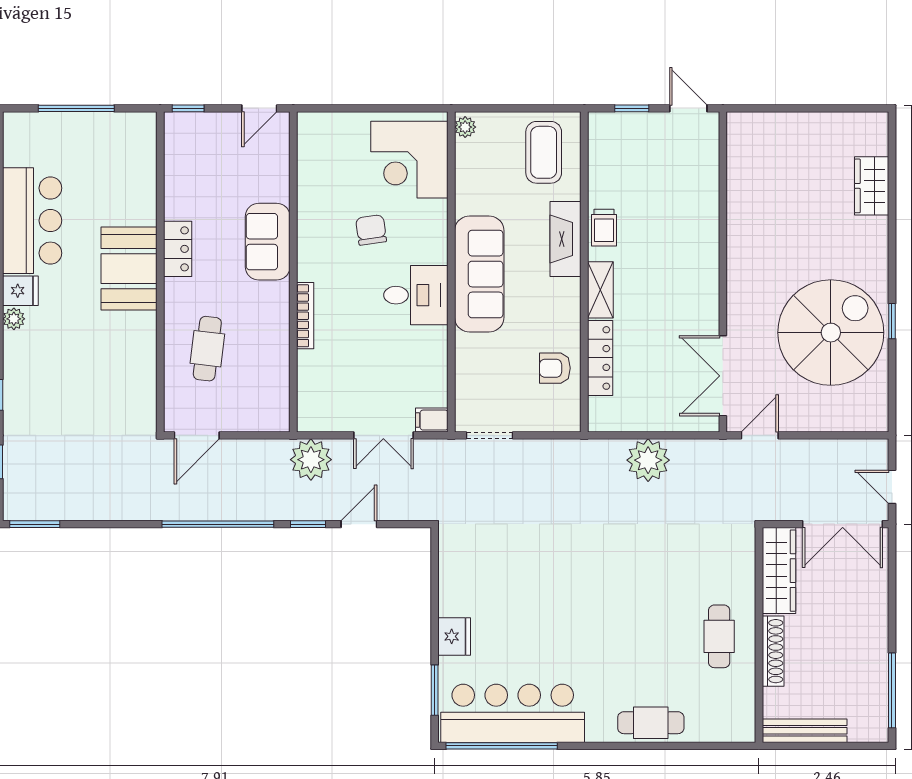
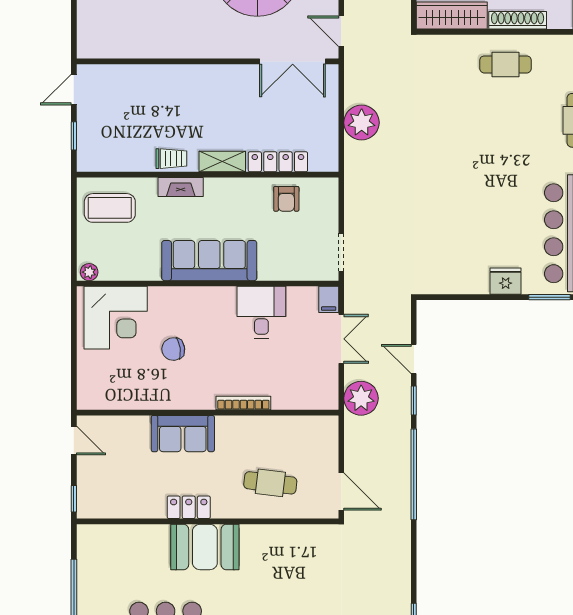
fireplace: (566, 239) -> (181, 187), width x0.73, depth x0.76
desk: (416, 295) -> (261, 312), moved

